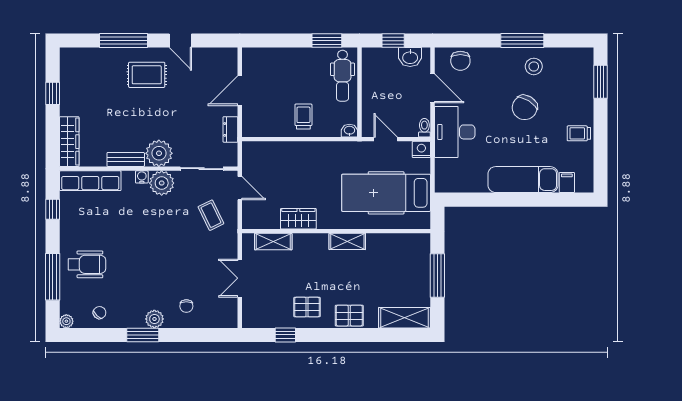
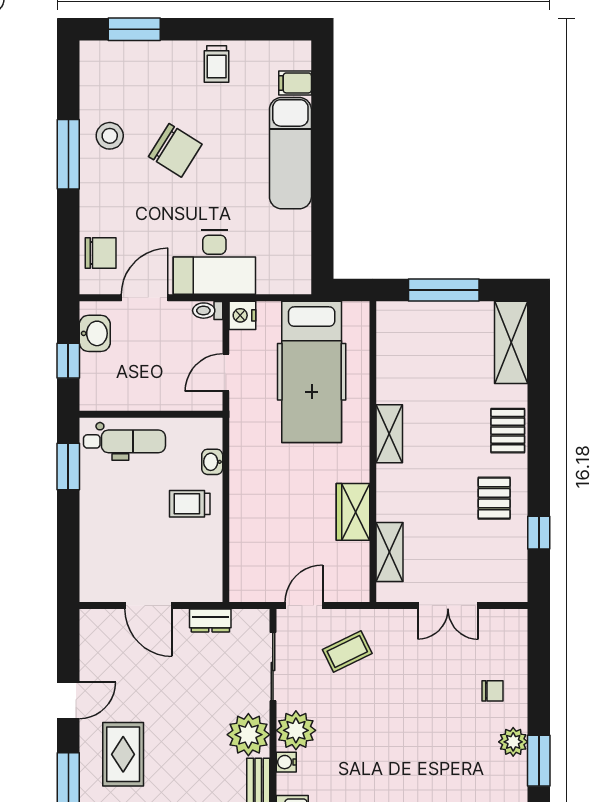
washbasin: (349, 131) -> (212, 462), moved

